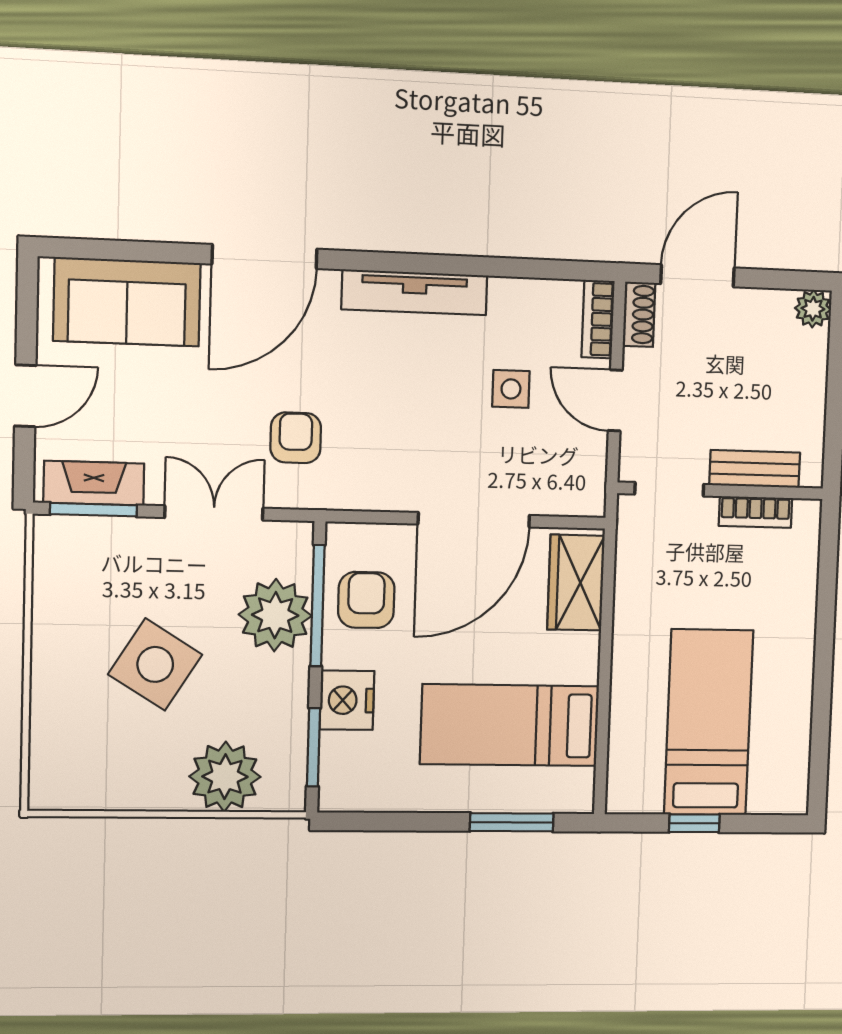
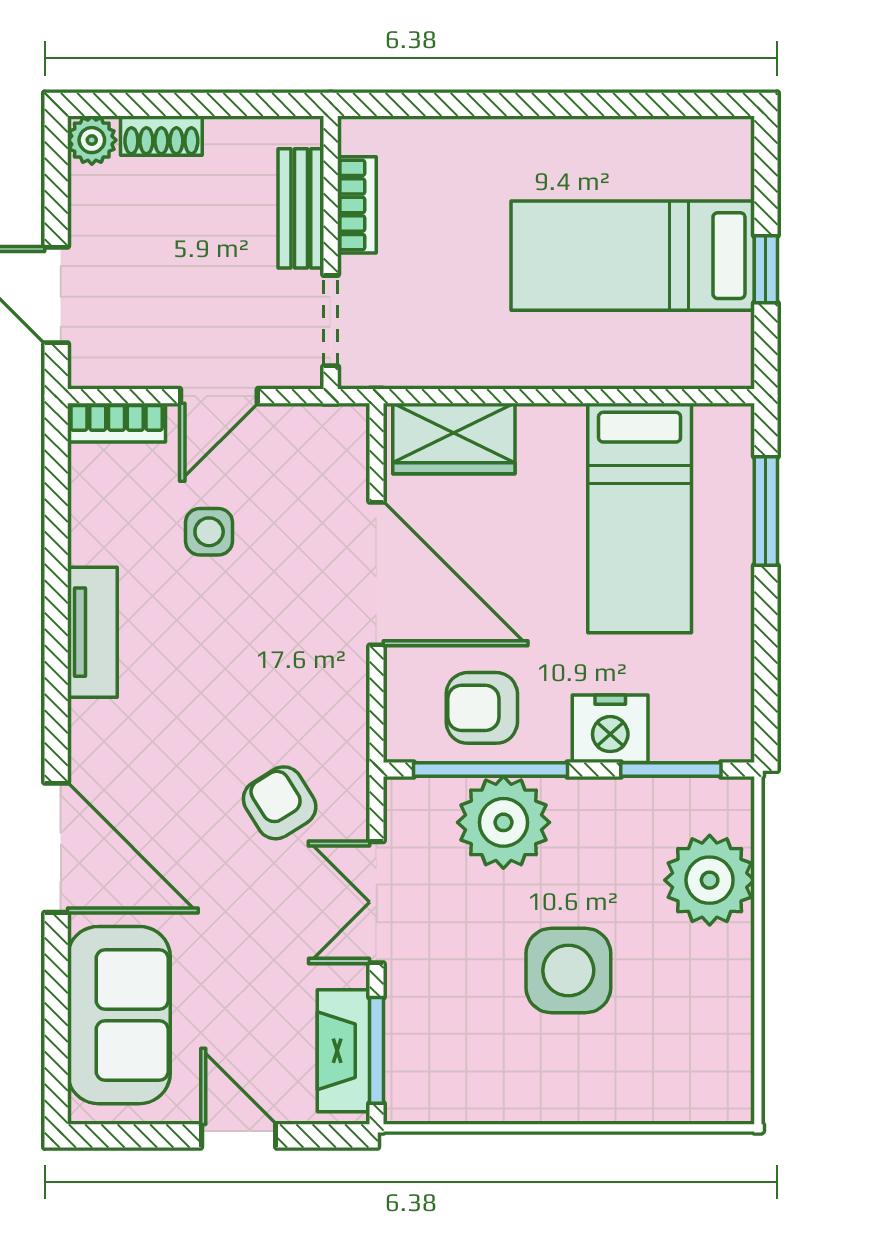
tv unit: (414, 292) -> (92, 632), width x0.71
shoe rack: (639, 314) -> (161, 136), moved, turned 180
armchair: (296, 438) -> (280, 803), turned 58
side table: (155, 664) -> (568, 970), turned -32

